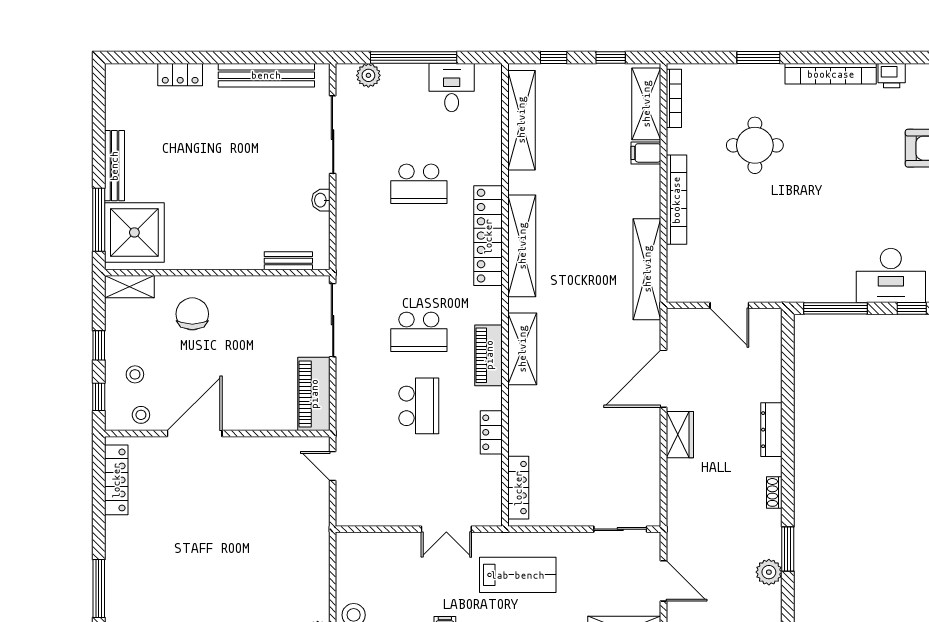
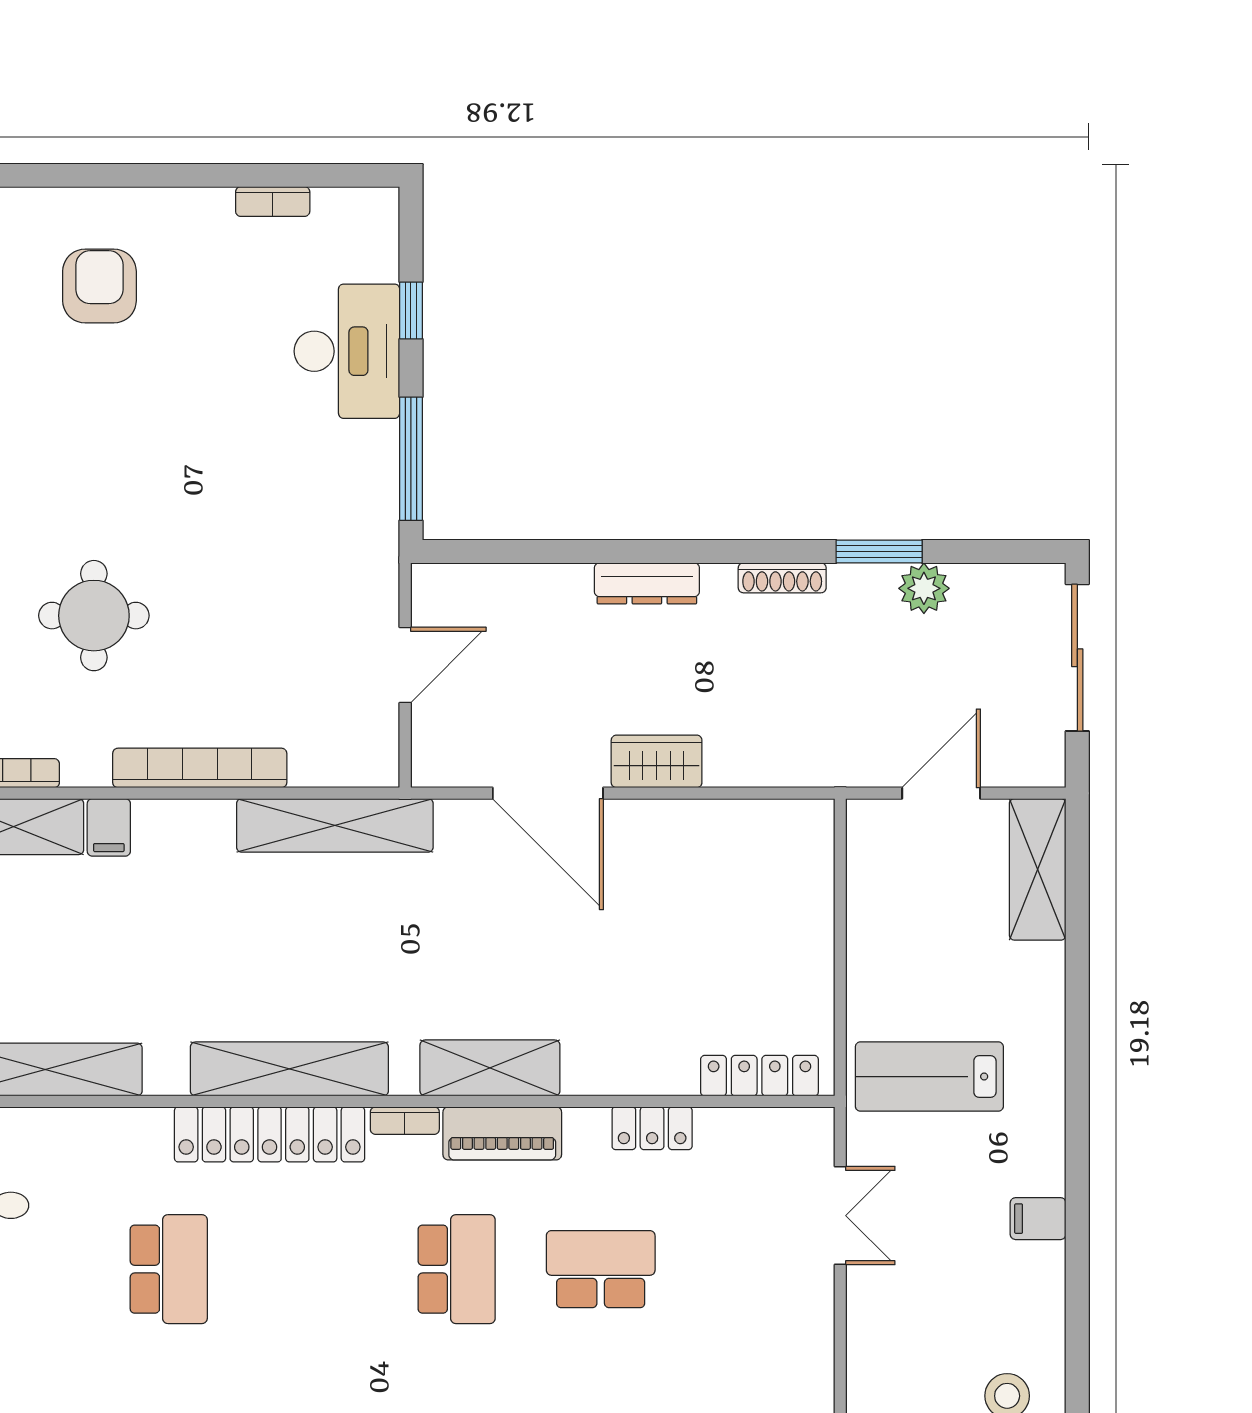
bookcase: (495, 305) -> (405, 1121), added
shoe rack: (774, 492) -> (782, 578), width x1.43
sliding door: (620, 529) -> (840, 877), removed
lab bench: (518, 575) -> (929, 1077), turned -90

